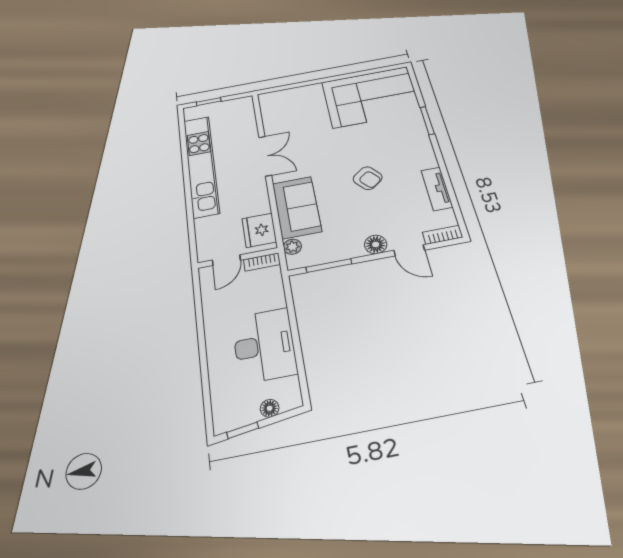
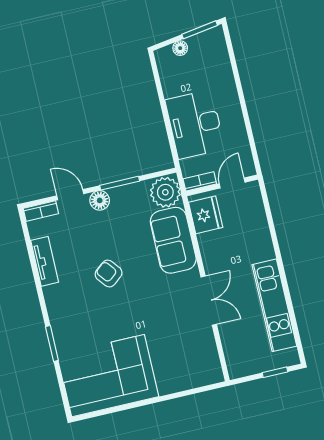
double door: (265, 156) -> (209, 301), swing flipped
kitchen unit: (201, 165) -> (274, 305), width x0.73
plant: (292, 247) -> (165, 192), width x1.88, depth x1.88
window: (329, 266) -> (120, 183), moved
desk: (264, 345) -> (195, 124), moved
window: (243, 430) -> (200, 30), width x1.50

